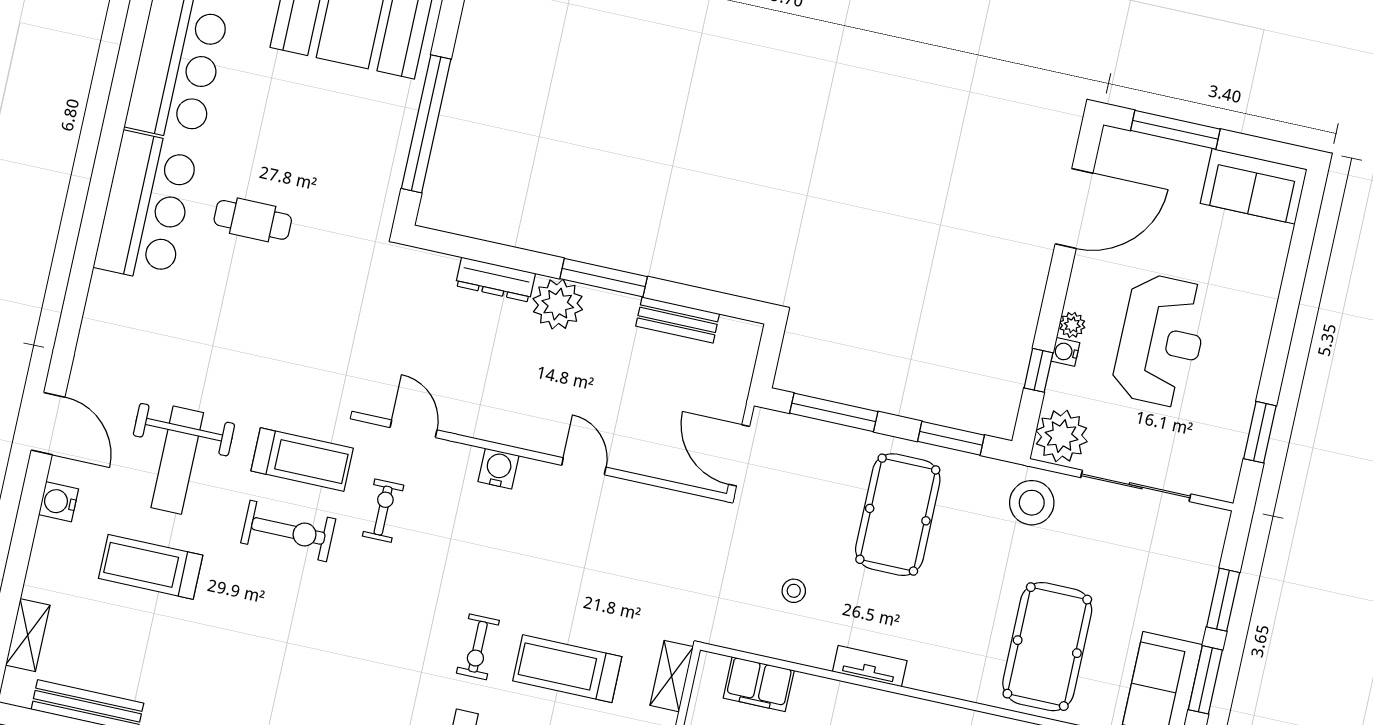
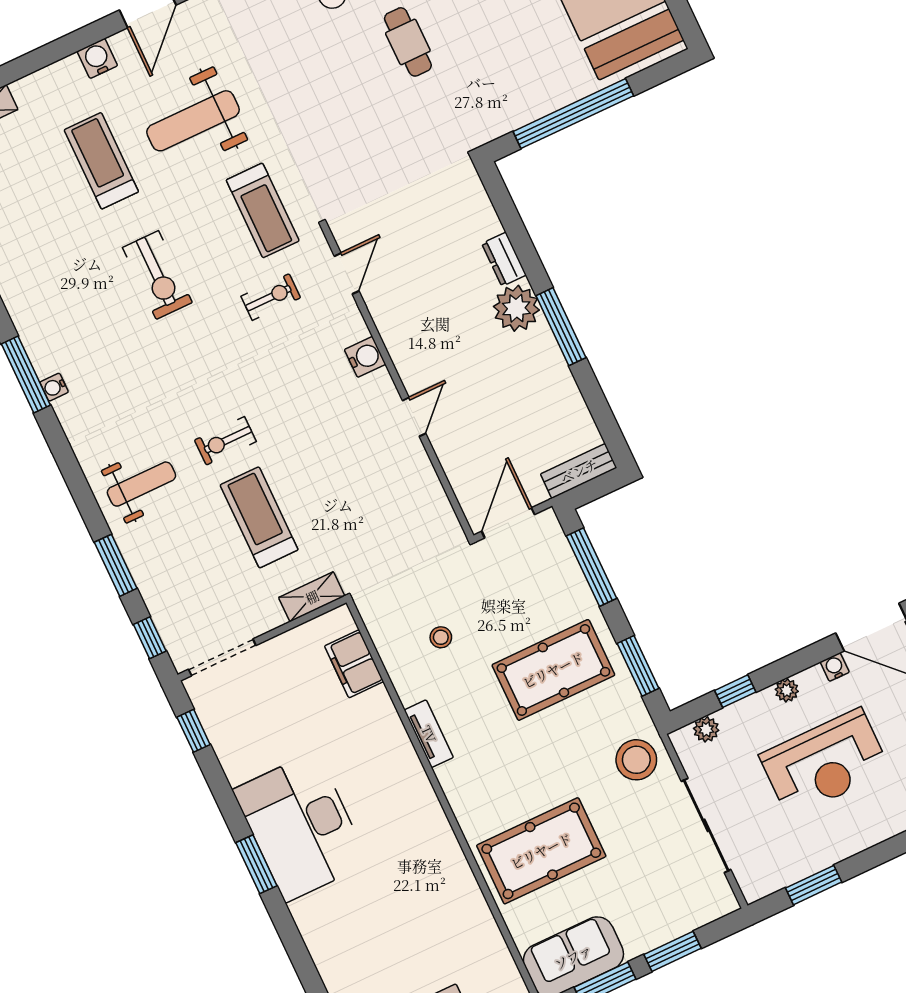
dresser: (495, 280) -> (504, 259), width x0.70
bench: (678, 320) -> (579, 471), moved, turned 90
water cooler: (1065, 352) -> (835, 667), moved
plant: (1062, 436) -> (706, 729), width x0.53, depth x0.53
exercise bike: (288, 531) -> (157, 275), moved

